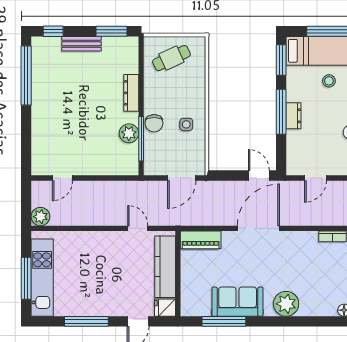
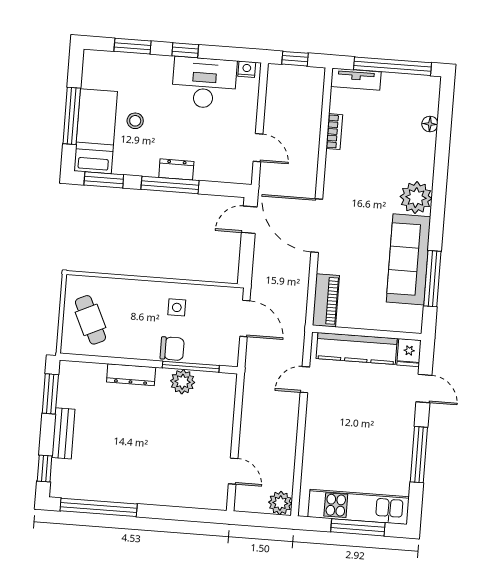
sofa: (238, 302) -> (408, 259), width x1.36

